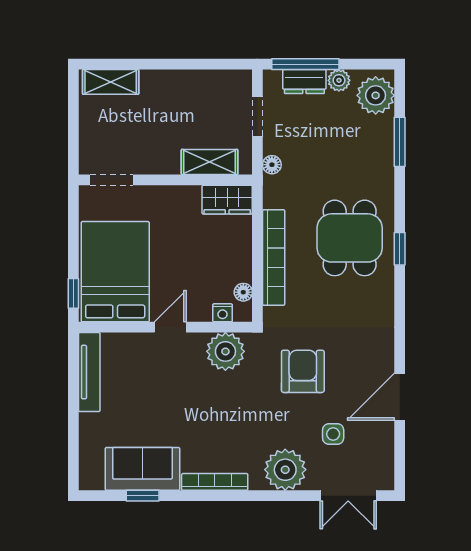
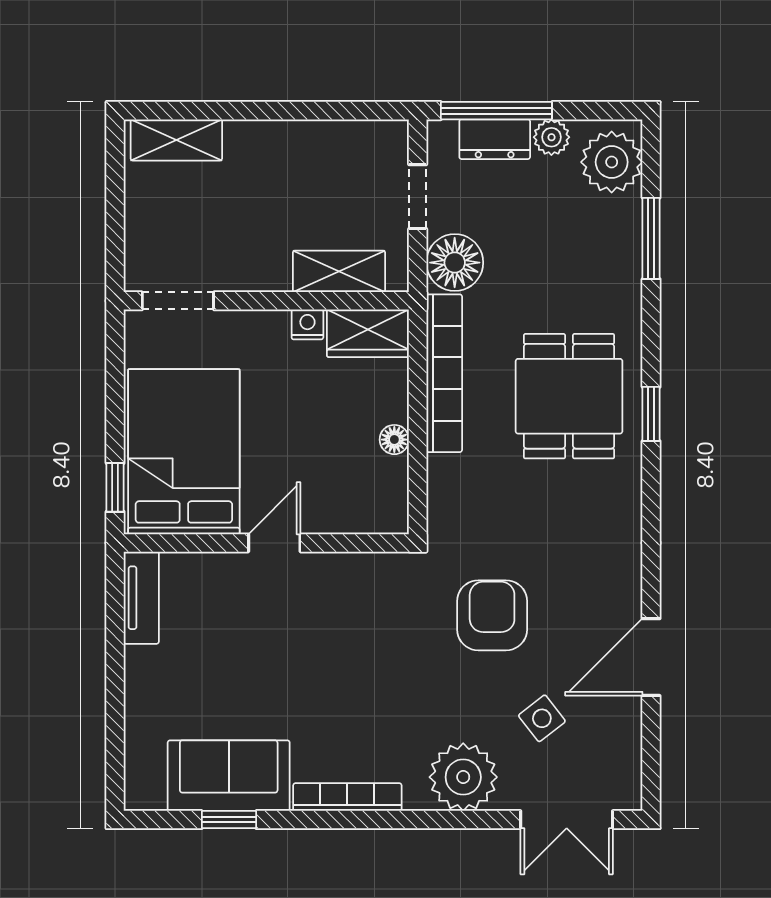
floor lamp: (272, 165) -> (455, 263), width x1.89, depth x1.89
bookcase: (274, 258) -> (444, 373), moved
floor lamp: (243, 292) -> (394, 440), moved
nightstand: (223, 313) -> (307, 324), moved, turned 180
plant: (225, 351) -> (365, 583), removed
tv unit: (89, 372) -> (141, 598), width x0.71
side table: (333, 434) -> (542, 718), turned -38

